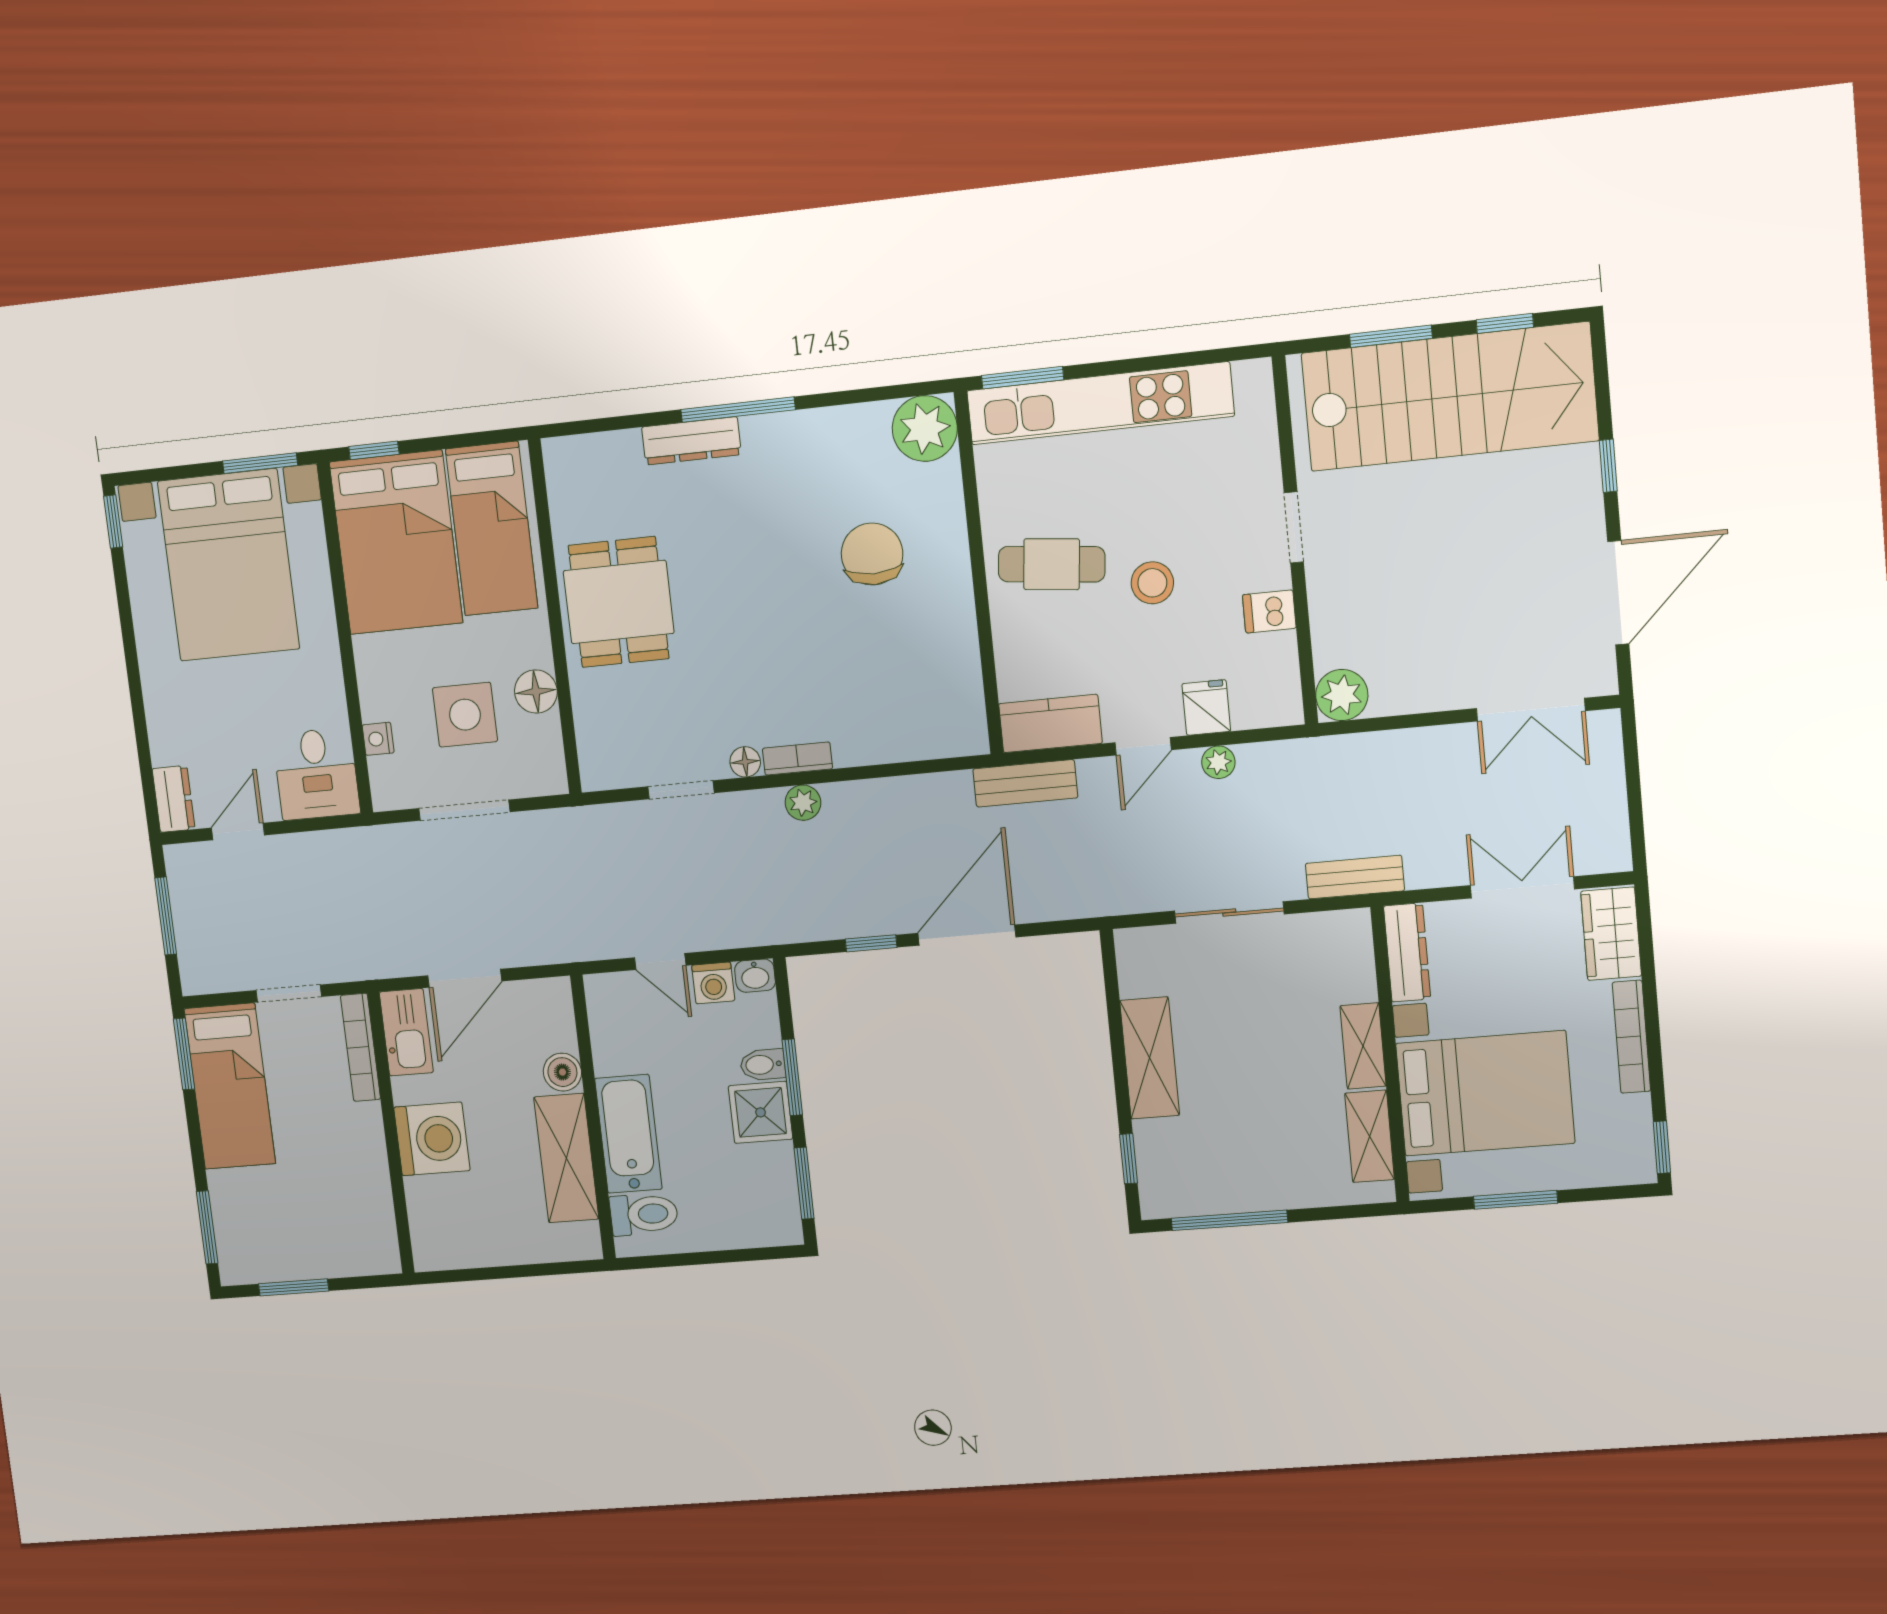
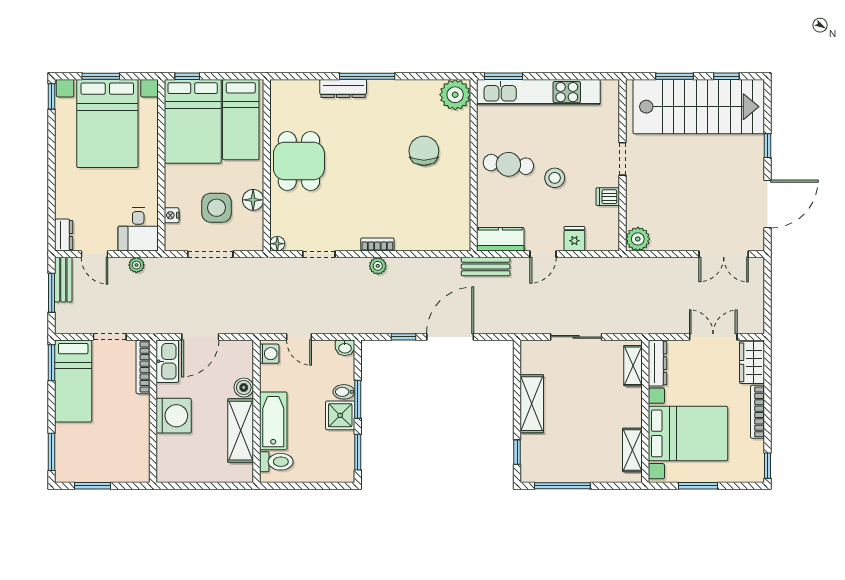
window: (260, 463) -> (101, 76), moved
floor lamp: (745, 762) -> (277, 244), moved
plant: (1218, 762) -> (136, 265), moved
door: (238, 831) -> (95, 254), swing flipped
bench: (1355, 877) -> (63, 280), moved, turned 90
washing machine: (713, 983) -> (269, 354), moved, turned -90
shelving: (1363, 1046) -> (633, 366), moved

